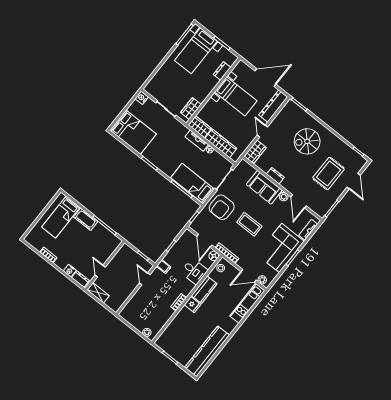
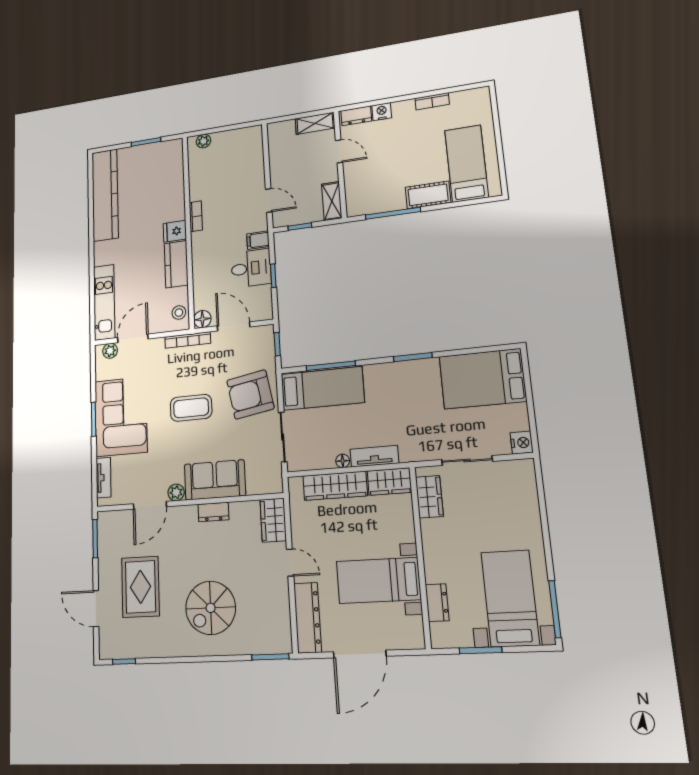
spiral stairs: (307, 141) -> (211, 608), turned 180
door: (298, 201) -> (150, 505), swing flipped
armchair: (222, 207) -> (250, 394), turned -100
shelving: (122, 253) -> (332, 201), added
desk: (194, 271) -> (251, 268), moved, turned 180

